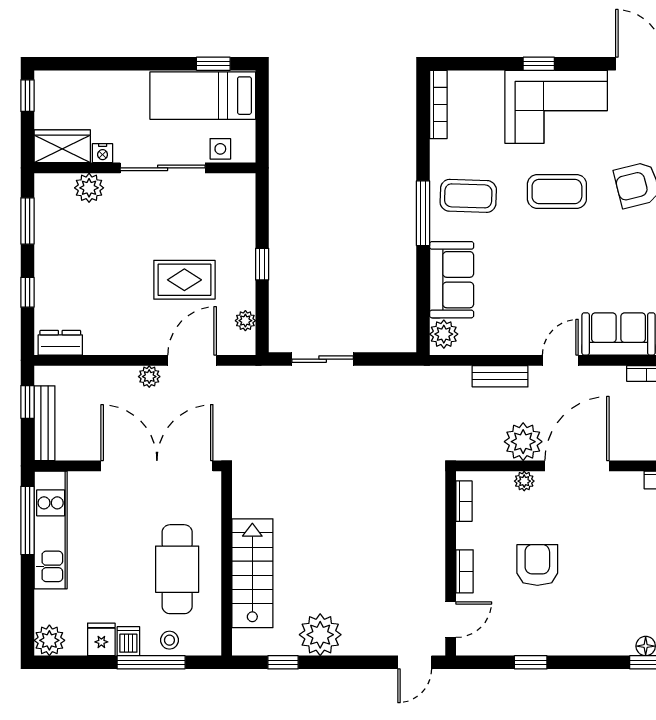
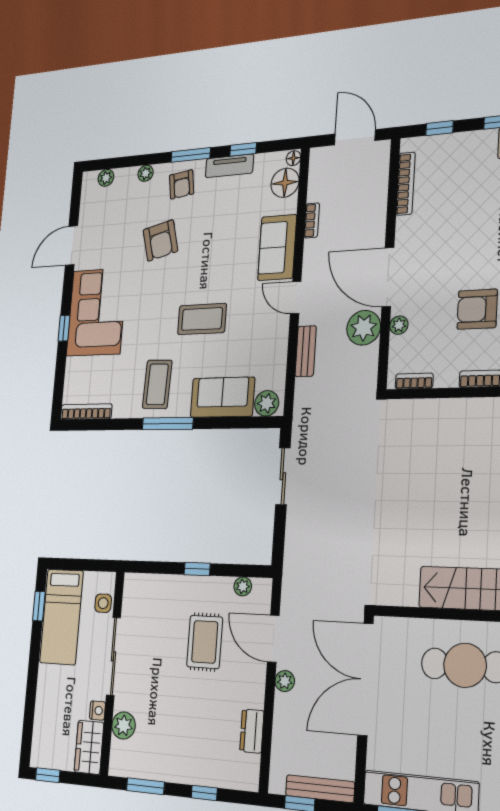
coffee table: (557, 191) -> (202, 319), moved, turned 90
dresser: (60, 343) -> (252, 731), moved
sliding door: (323, 359) -> (283, 476), moved

